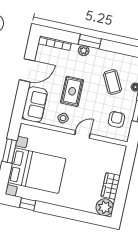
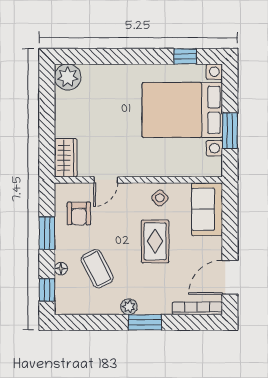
plant: (84, 51) -> (129, 307), moved
door: (27, 70) -> (230, 277), moved
door: (83, 134) -> (106, 180), moved
wardrobe: (111, 186) -> (66, 158), moved

